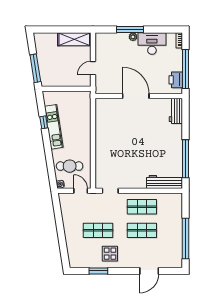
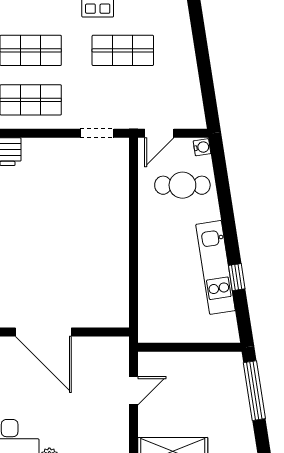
door: (81, 191) -> (159, 133), hinge flipped

